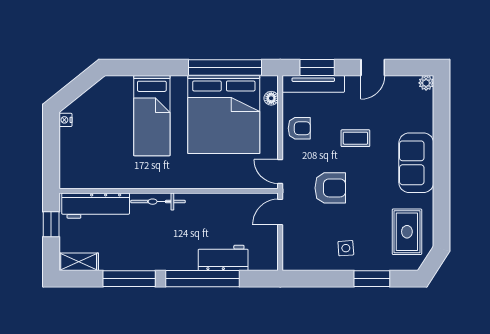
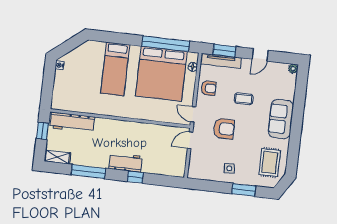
bicycle: (158, 202) -> (113, 124), removed
workbench: (223, 258) -> (126, 162), moved
window: (203, 279) -> (135, 177), width x0.32

